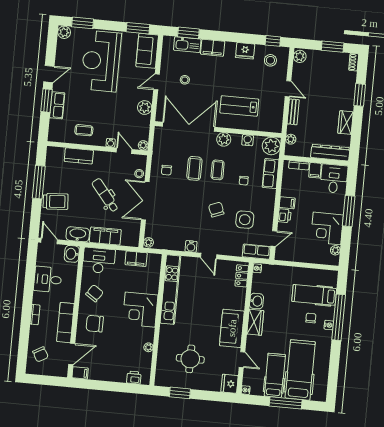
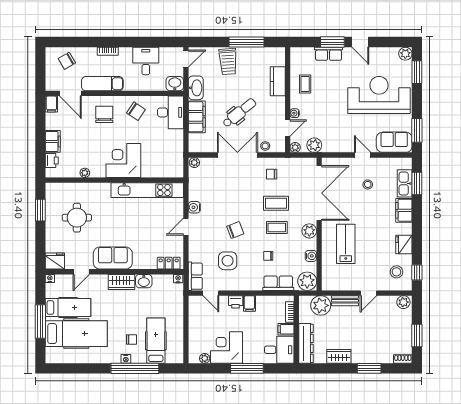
plant: (145, 108) -> (314, 145), moved
plant: (291, 139) -> (321, 305), width x1.88, depth x1.88
filing cabinet: (136, 259) -> (53, 141), moved, turned 180

